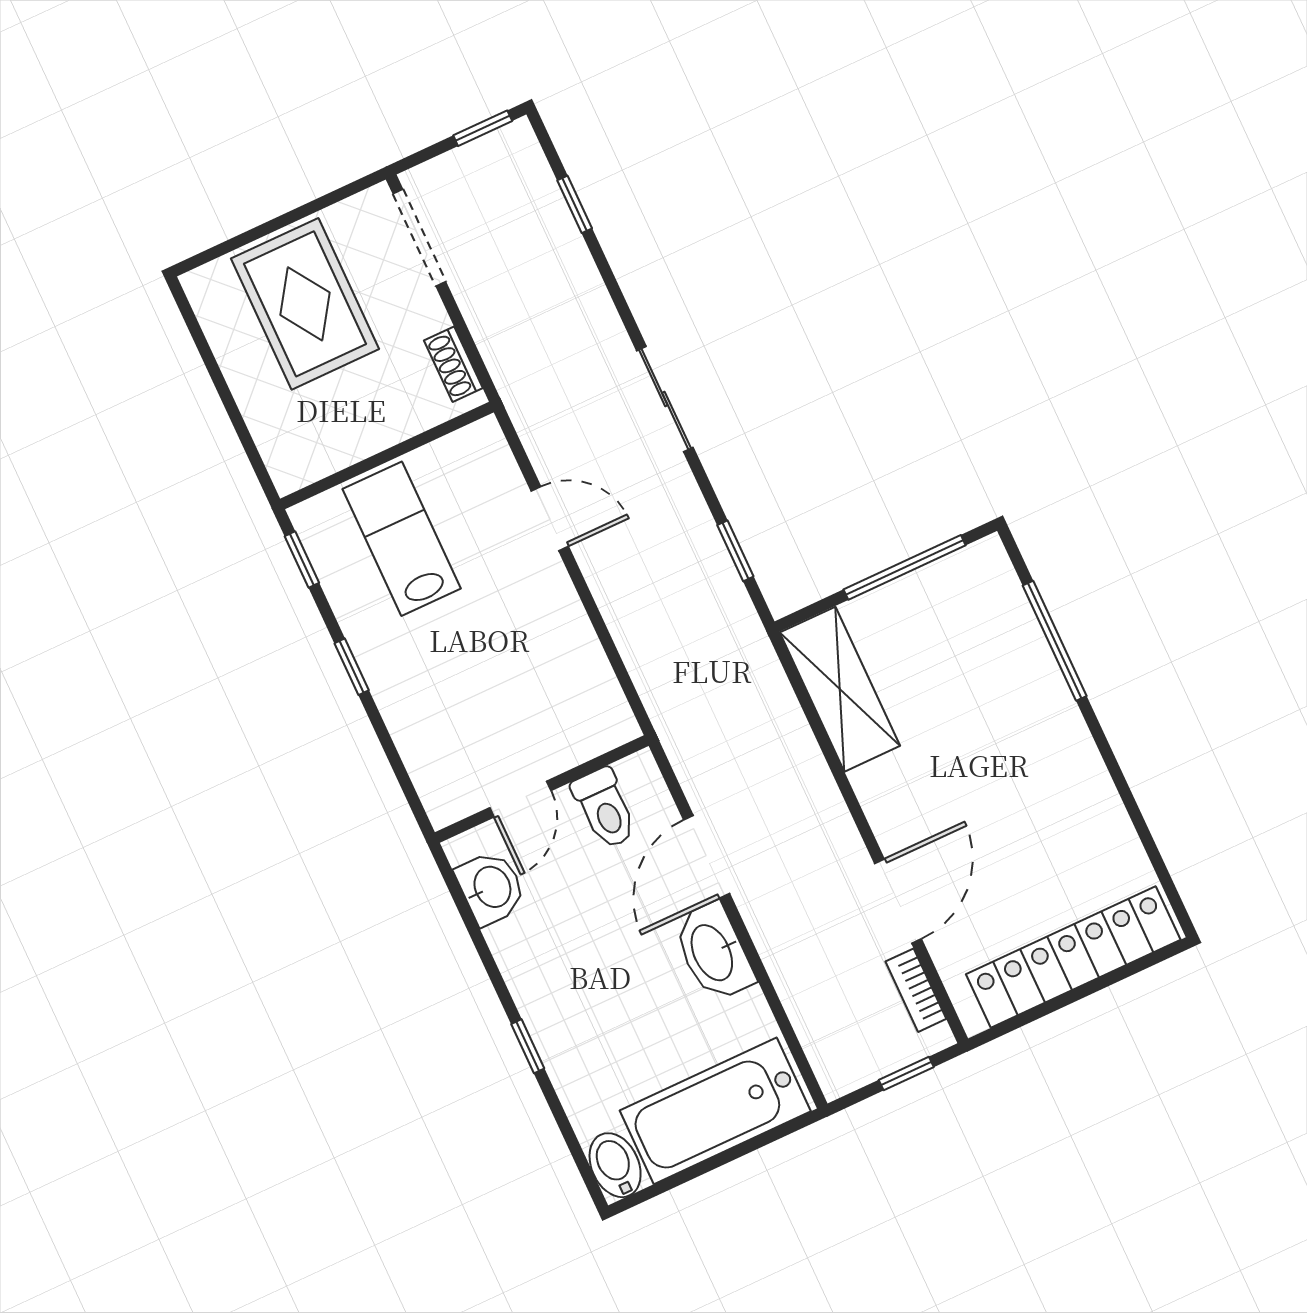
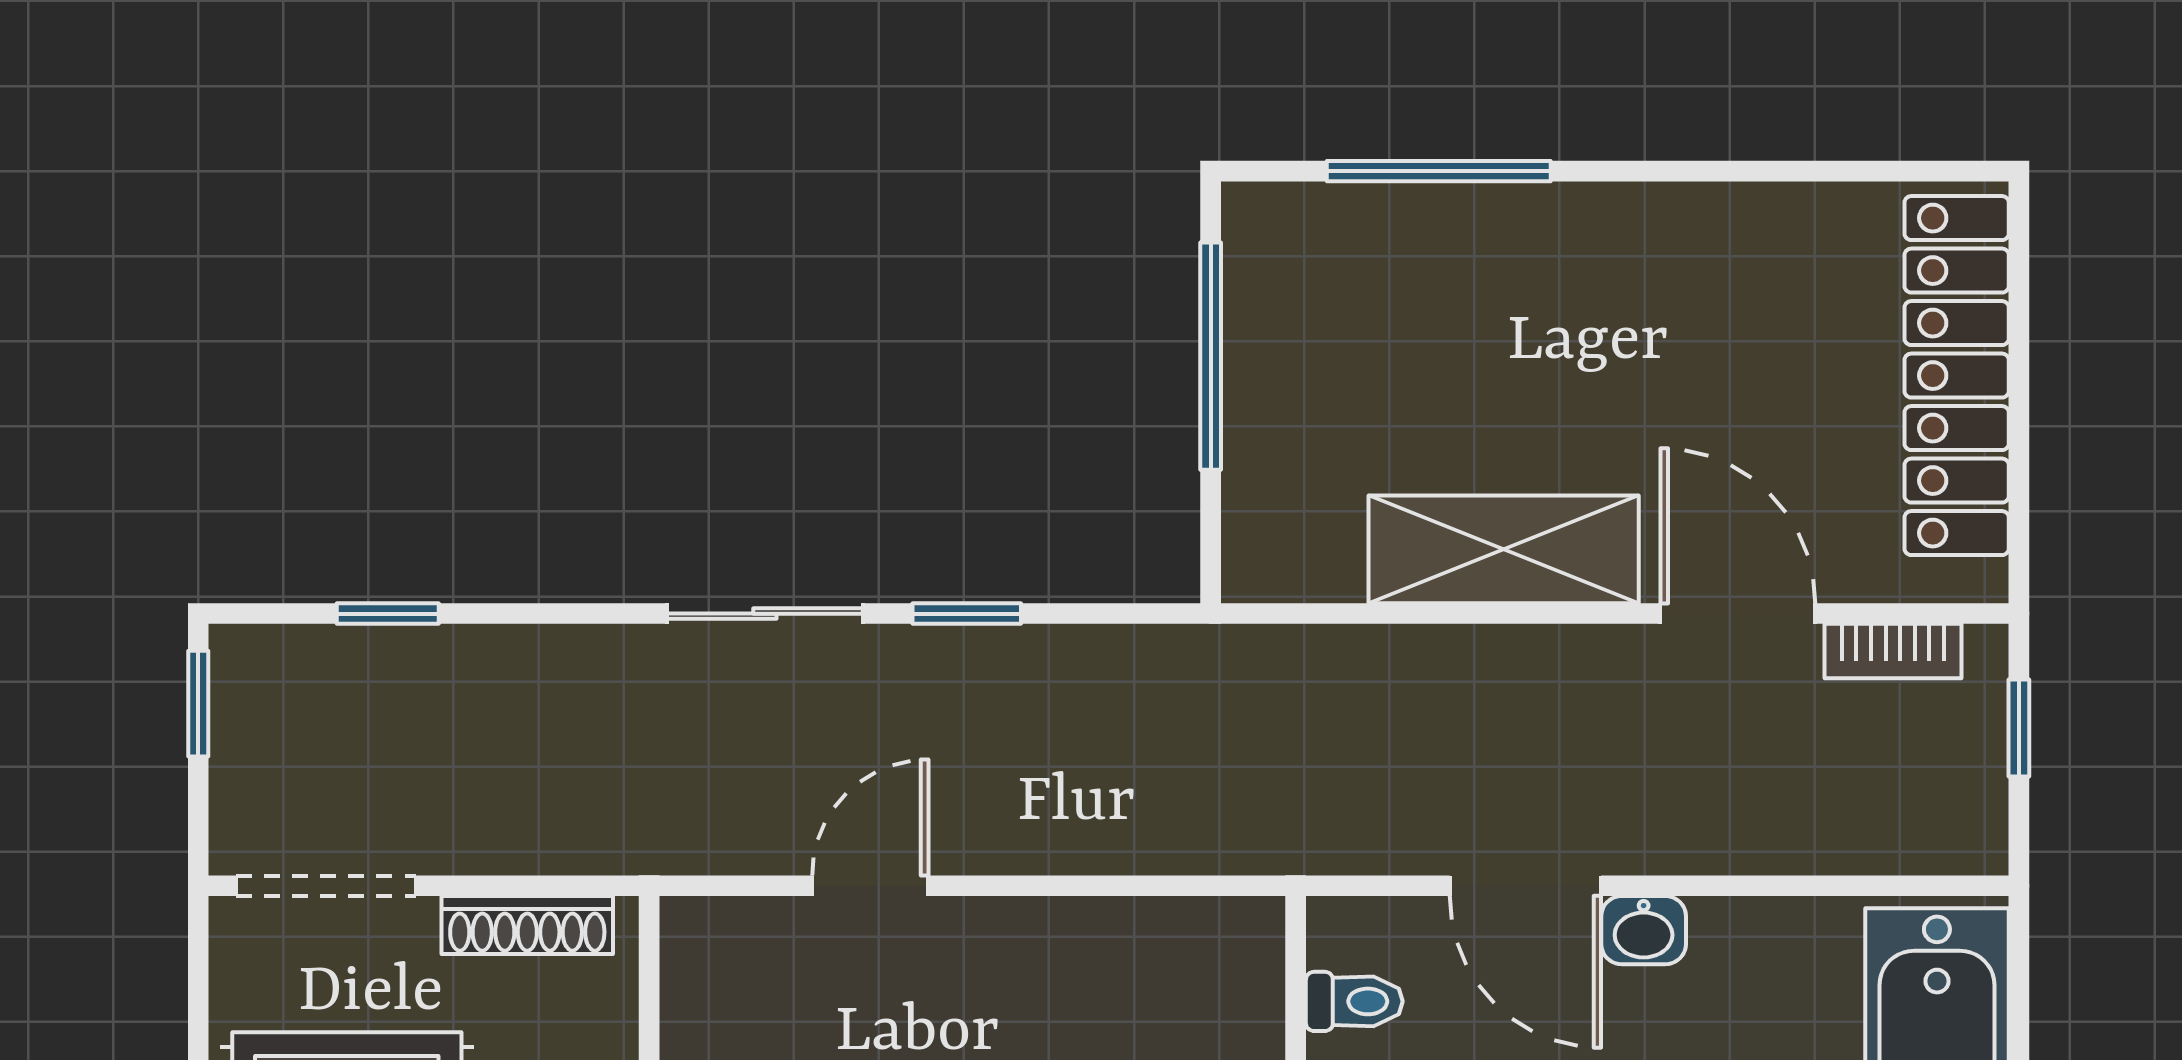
shoe rack: (453, 364) -> (527, 925), width x1.43
window: (735, 551) -> (967, 614), moved
shelving: (840, 689) -> (1504, 549), moved
toilet: (605, 808) -> (1354, 1001), width x0.73, depth x0.72
washbasin: (713, 952) -> (1644, 930), width x0.52, depth x0.69

